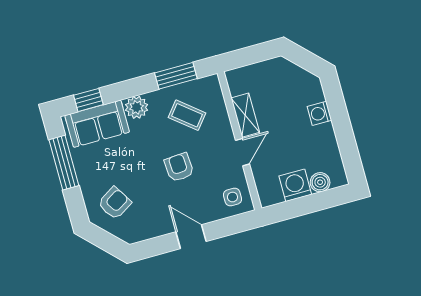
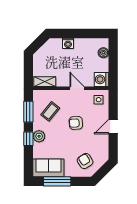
window: (88, 100) -> (28, 139), moved
shelving: (245, 115) -> (45, 82), moved
sofa: (97, 124) -> (48, 168), moved, turned -90
washing machine: (295, 185) -> (101, 79), moved

